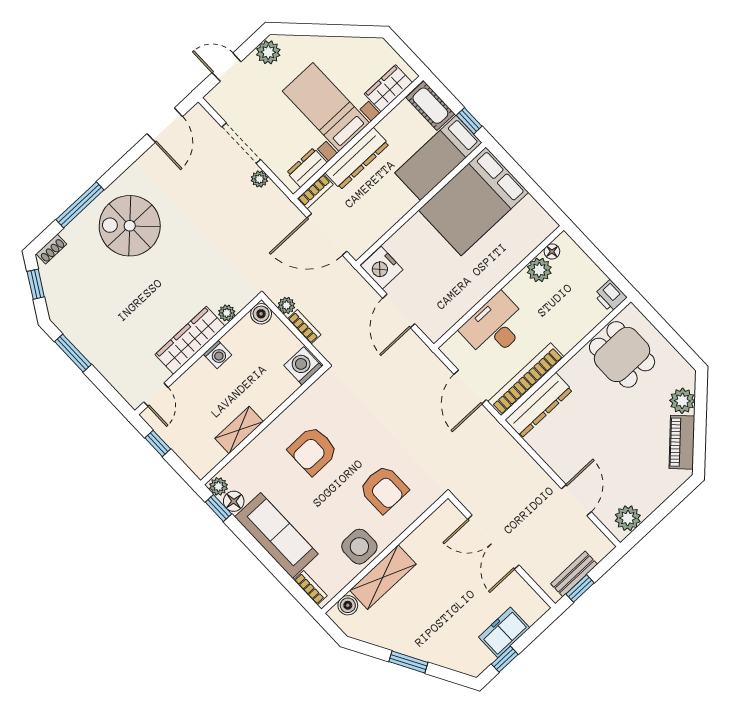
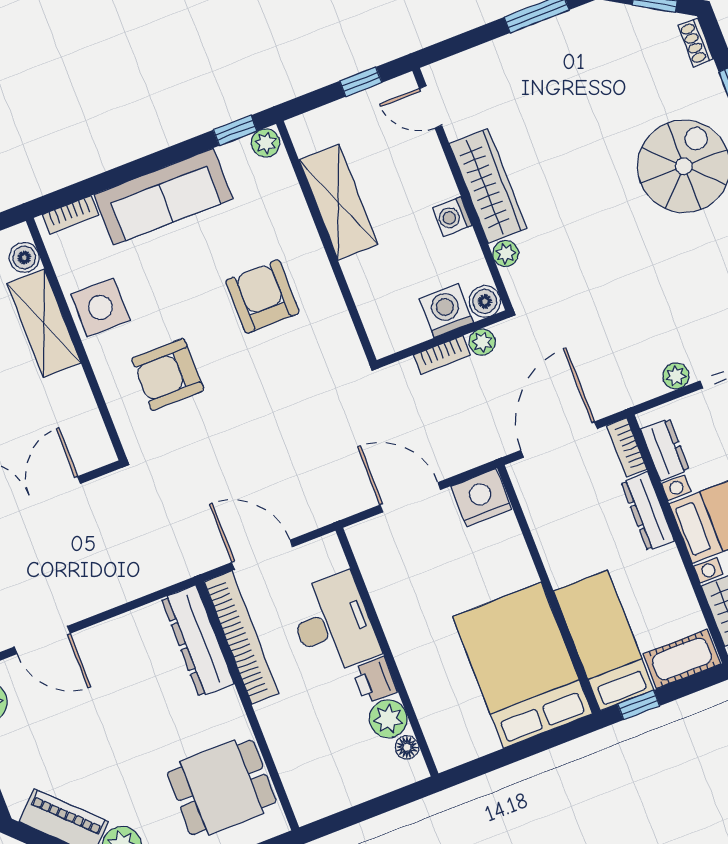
dresser: (357, 158) -> (648, 511), width x0.73, depth x0.80
printer: (610, 296) -> (375, 680), moved, turned -90
washing machine: (303, 366) -> (446, 311), moved, turned -90
shelving: (239, 430) -> (338, 202), width x1.50, depth x1.33
floor lamp: (234, 501) -> (236, 156), removed

